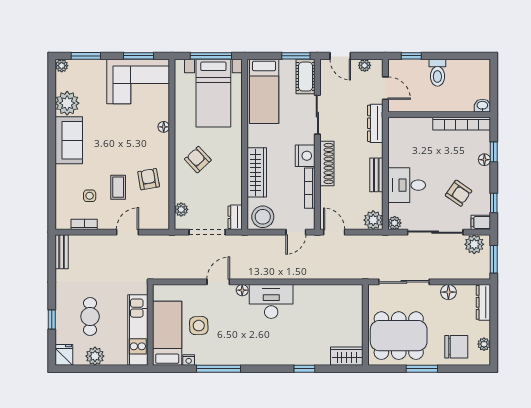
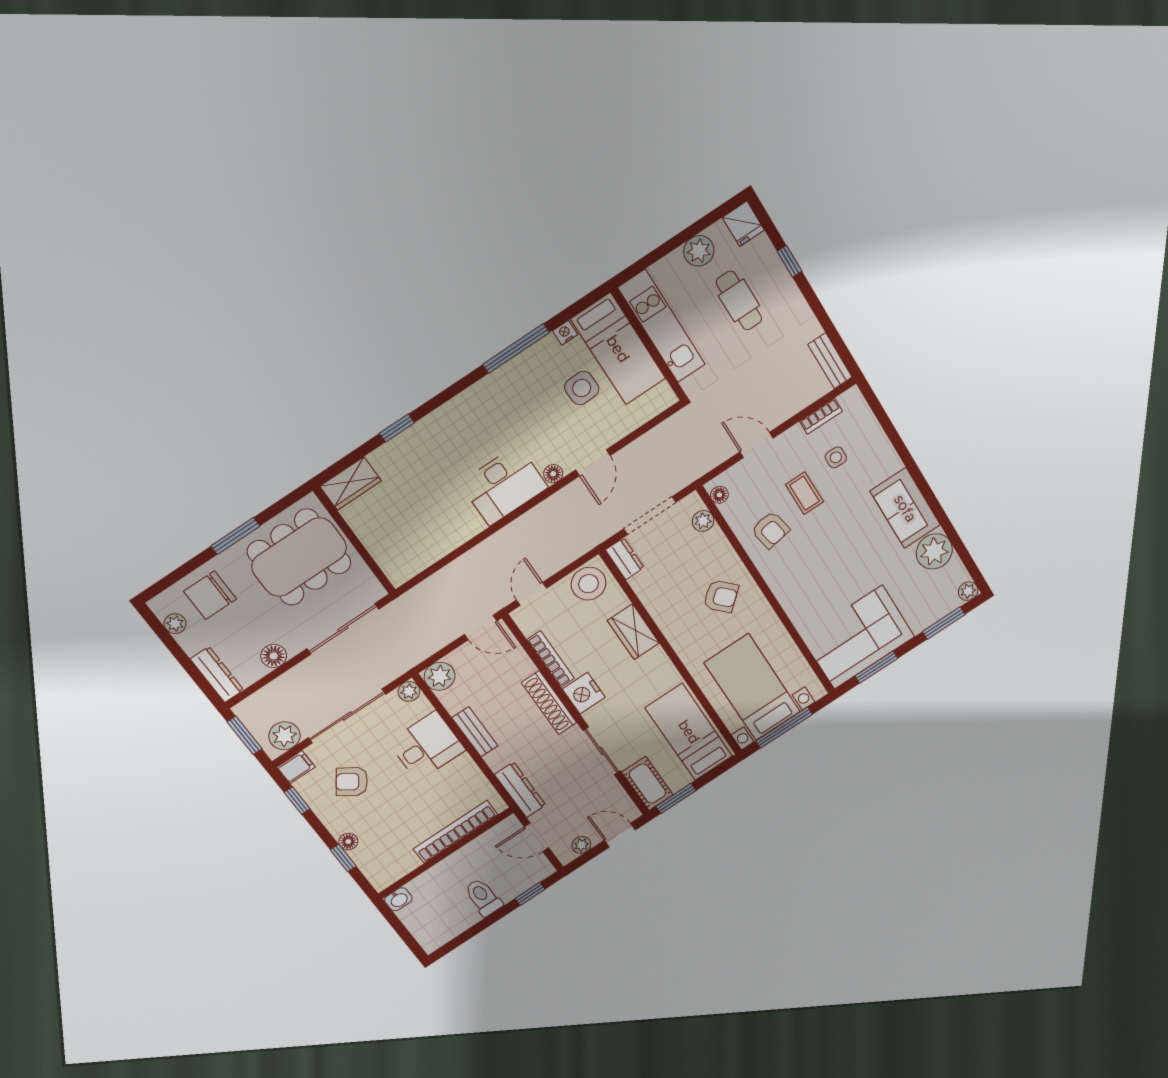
bookcase: (462, 124) -> (455, 832), moved
floor lamp: (164, 127) -> (719, 495), moved
wardrobe: (257, 172) -> (633, 632), width x0.67
door: (128, 232) -> (757, 445), swing flipped

